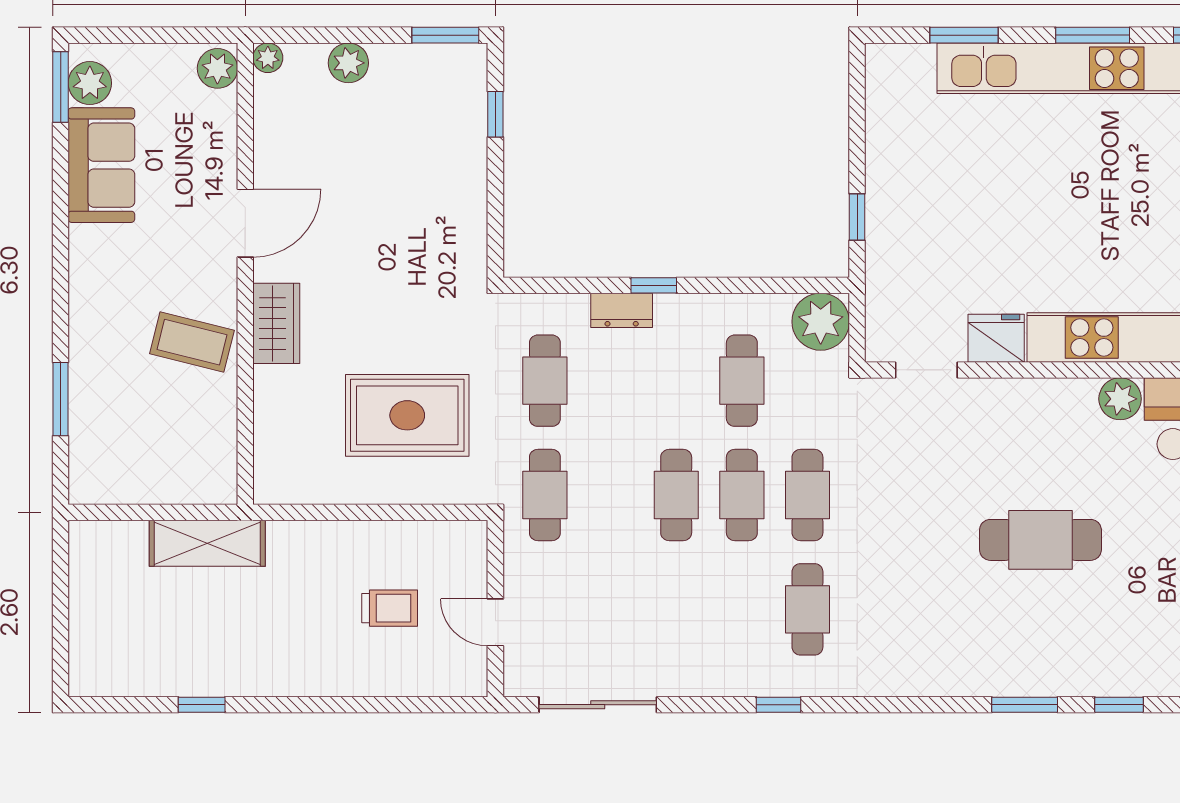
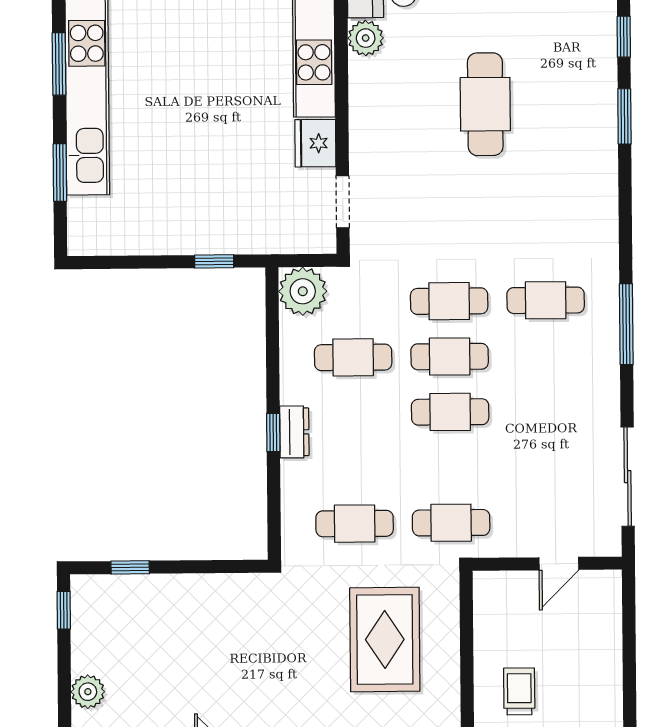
window: (445, 35) -> (64, 610), width x0.67
dresser: (622, 310) -> (294, 432), moved
trolley: (390, 608) -> (519, 691), moved
window: (778, 705) -> (626, 324), width x2.17

